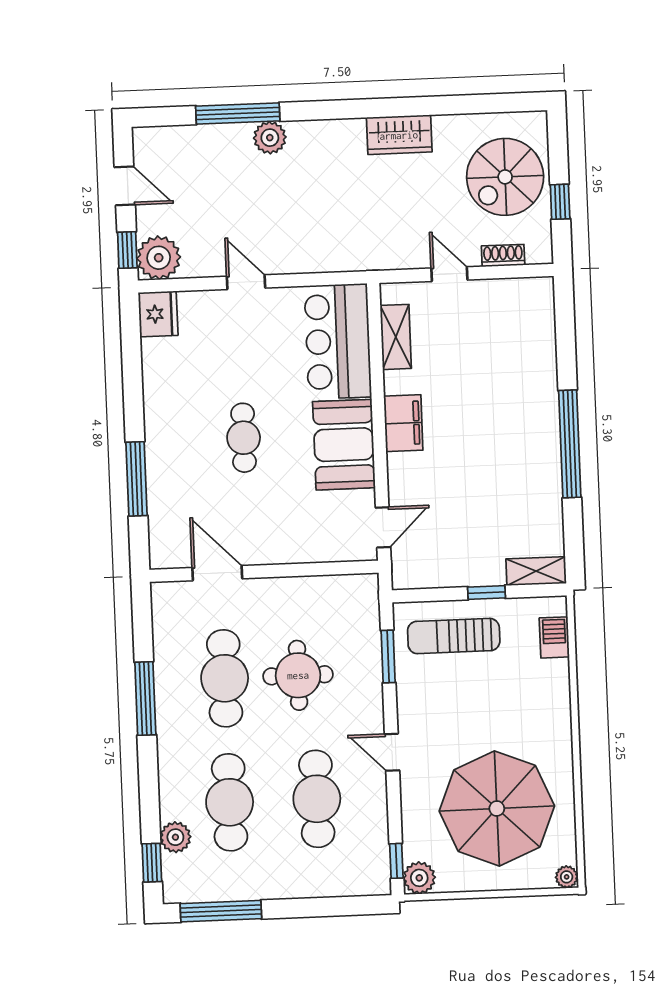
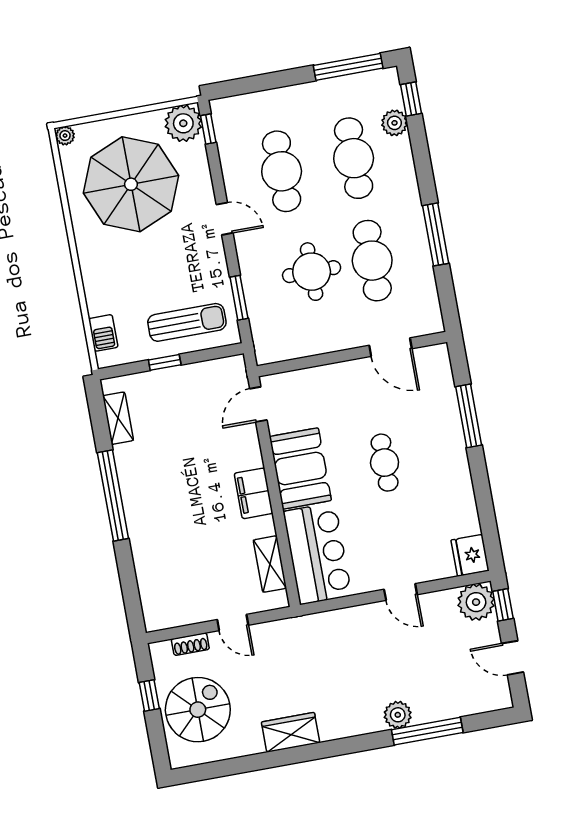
shelving: (536, 571) -> (118, 418), moved, turned 90
plant: (419, 878) -> (183, 123), width x1.36, depth x1.36

